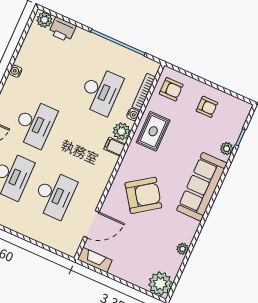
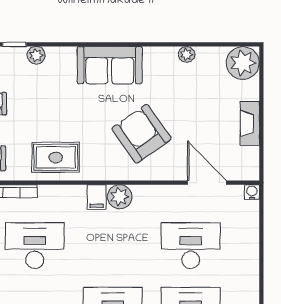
water cooler: (133, 115) -> (252, 192), moved
plant: (122, 131) -> (120, 197), moved
sofa: (202, 187) -> (110, 65), width x0.73
fireplace: (95, 260) -> (250, 123), moved

